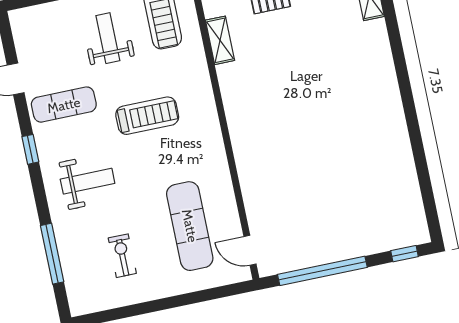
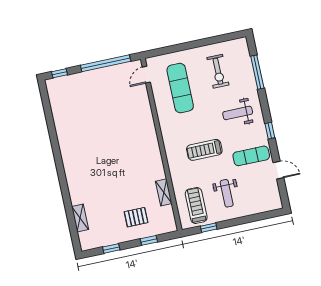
door: (250, 250) -> (146, 75), swing flipped
exercise bike: (122, 256) -> (218, 71), width x1.38, depth x1.39

